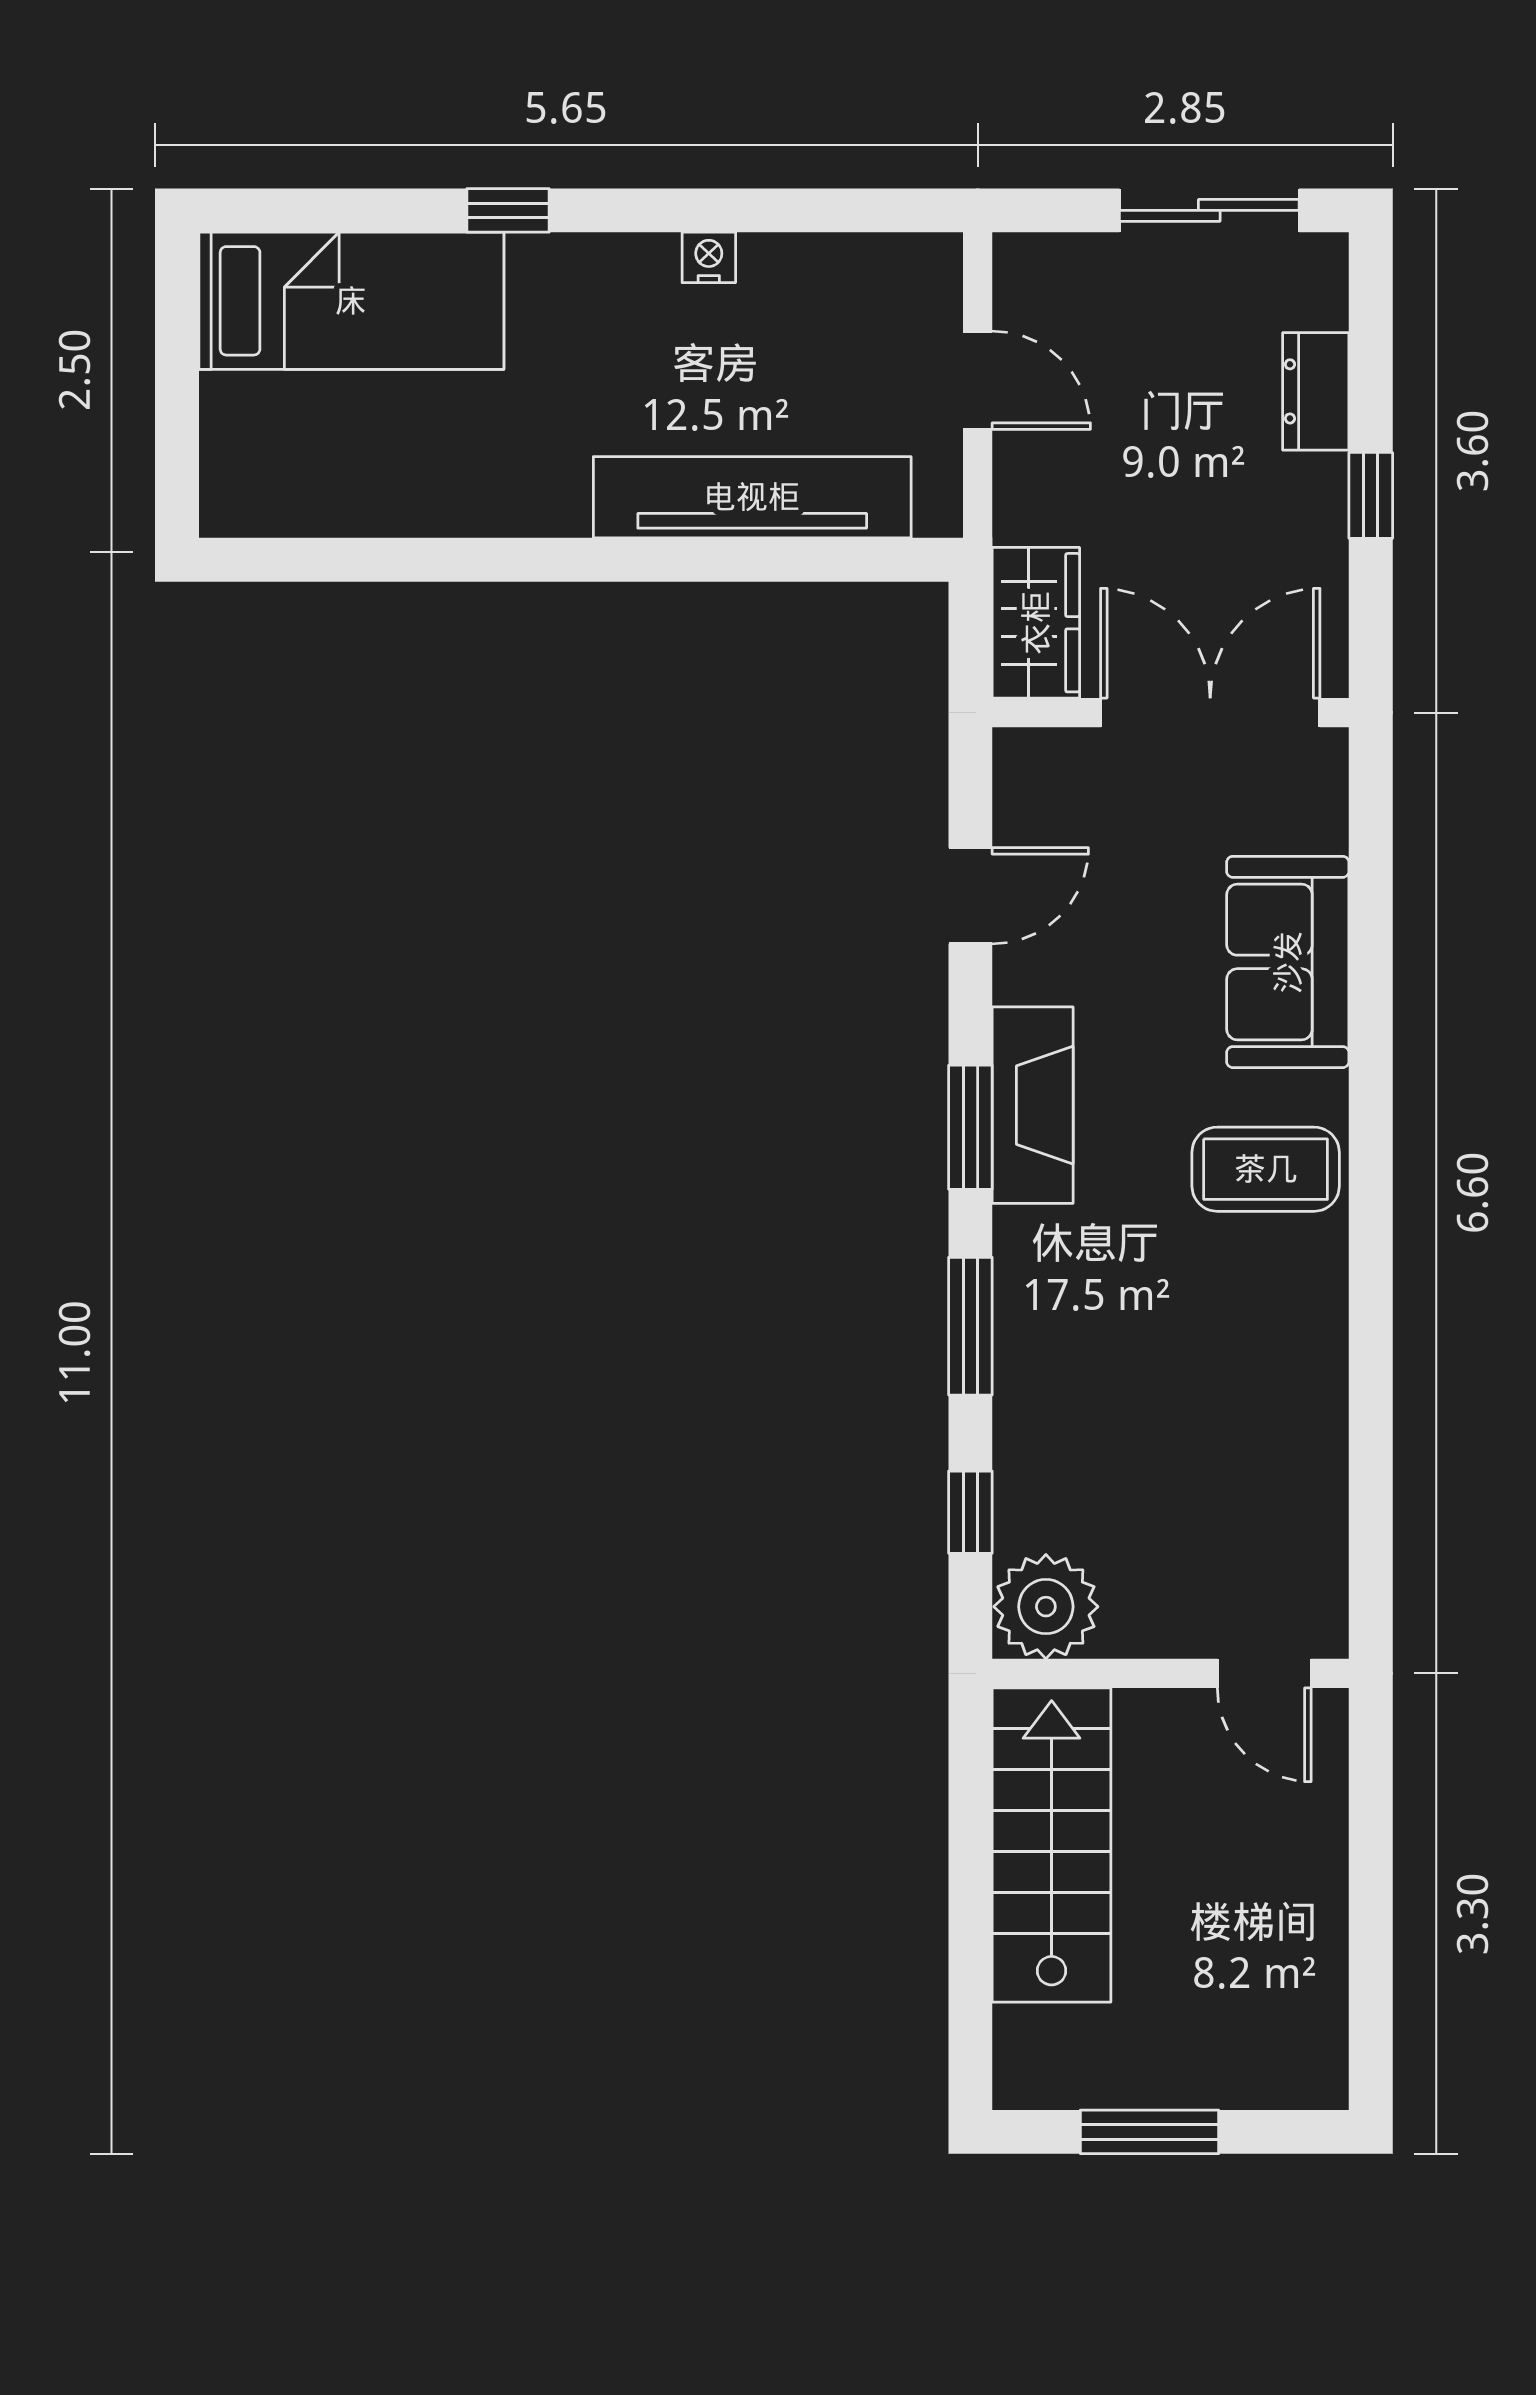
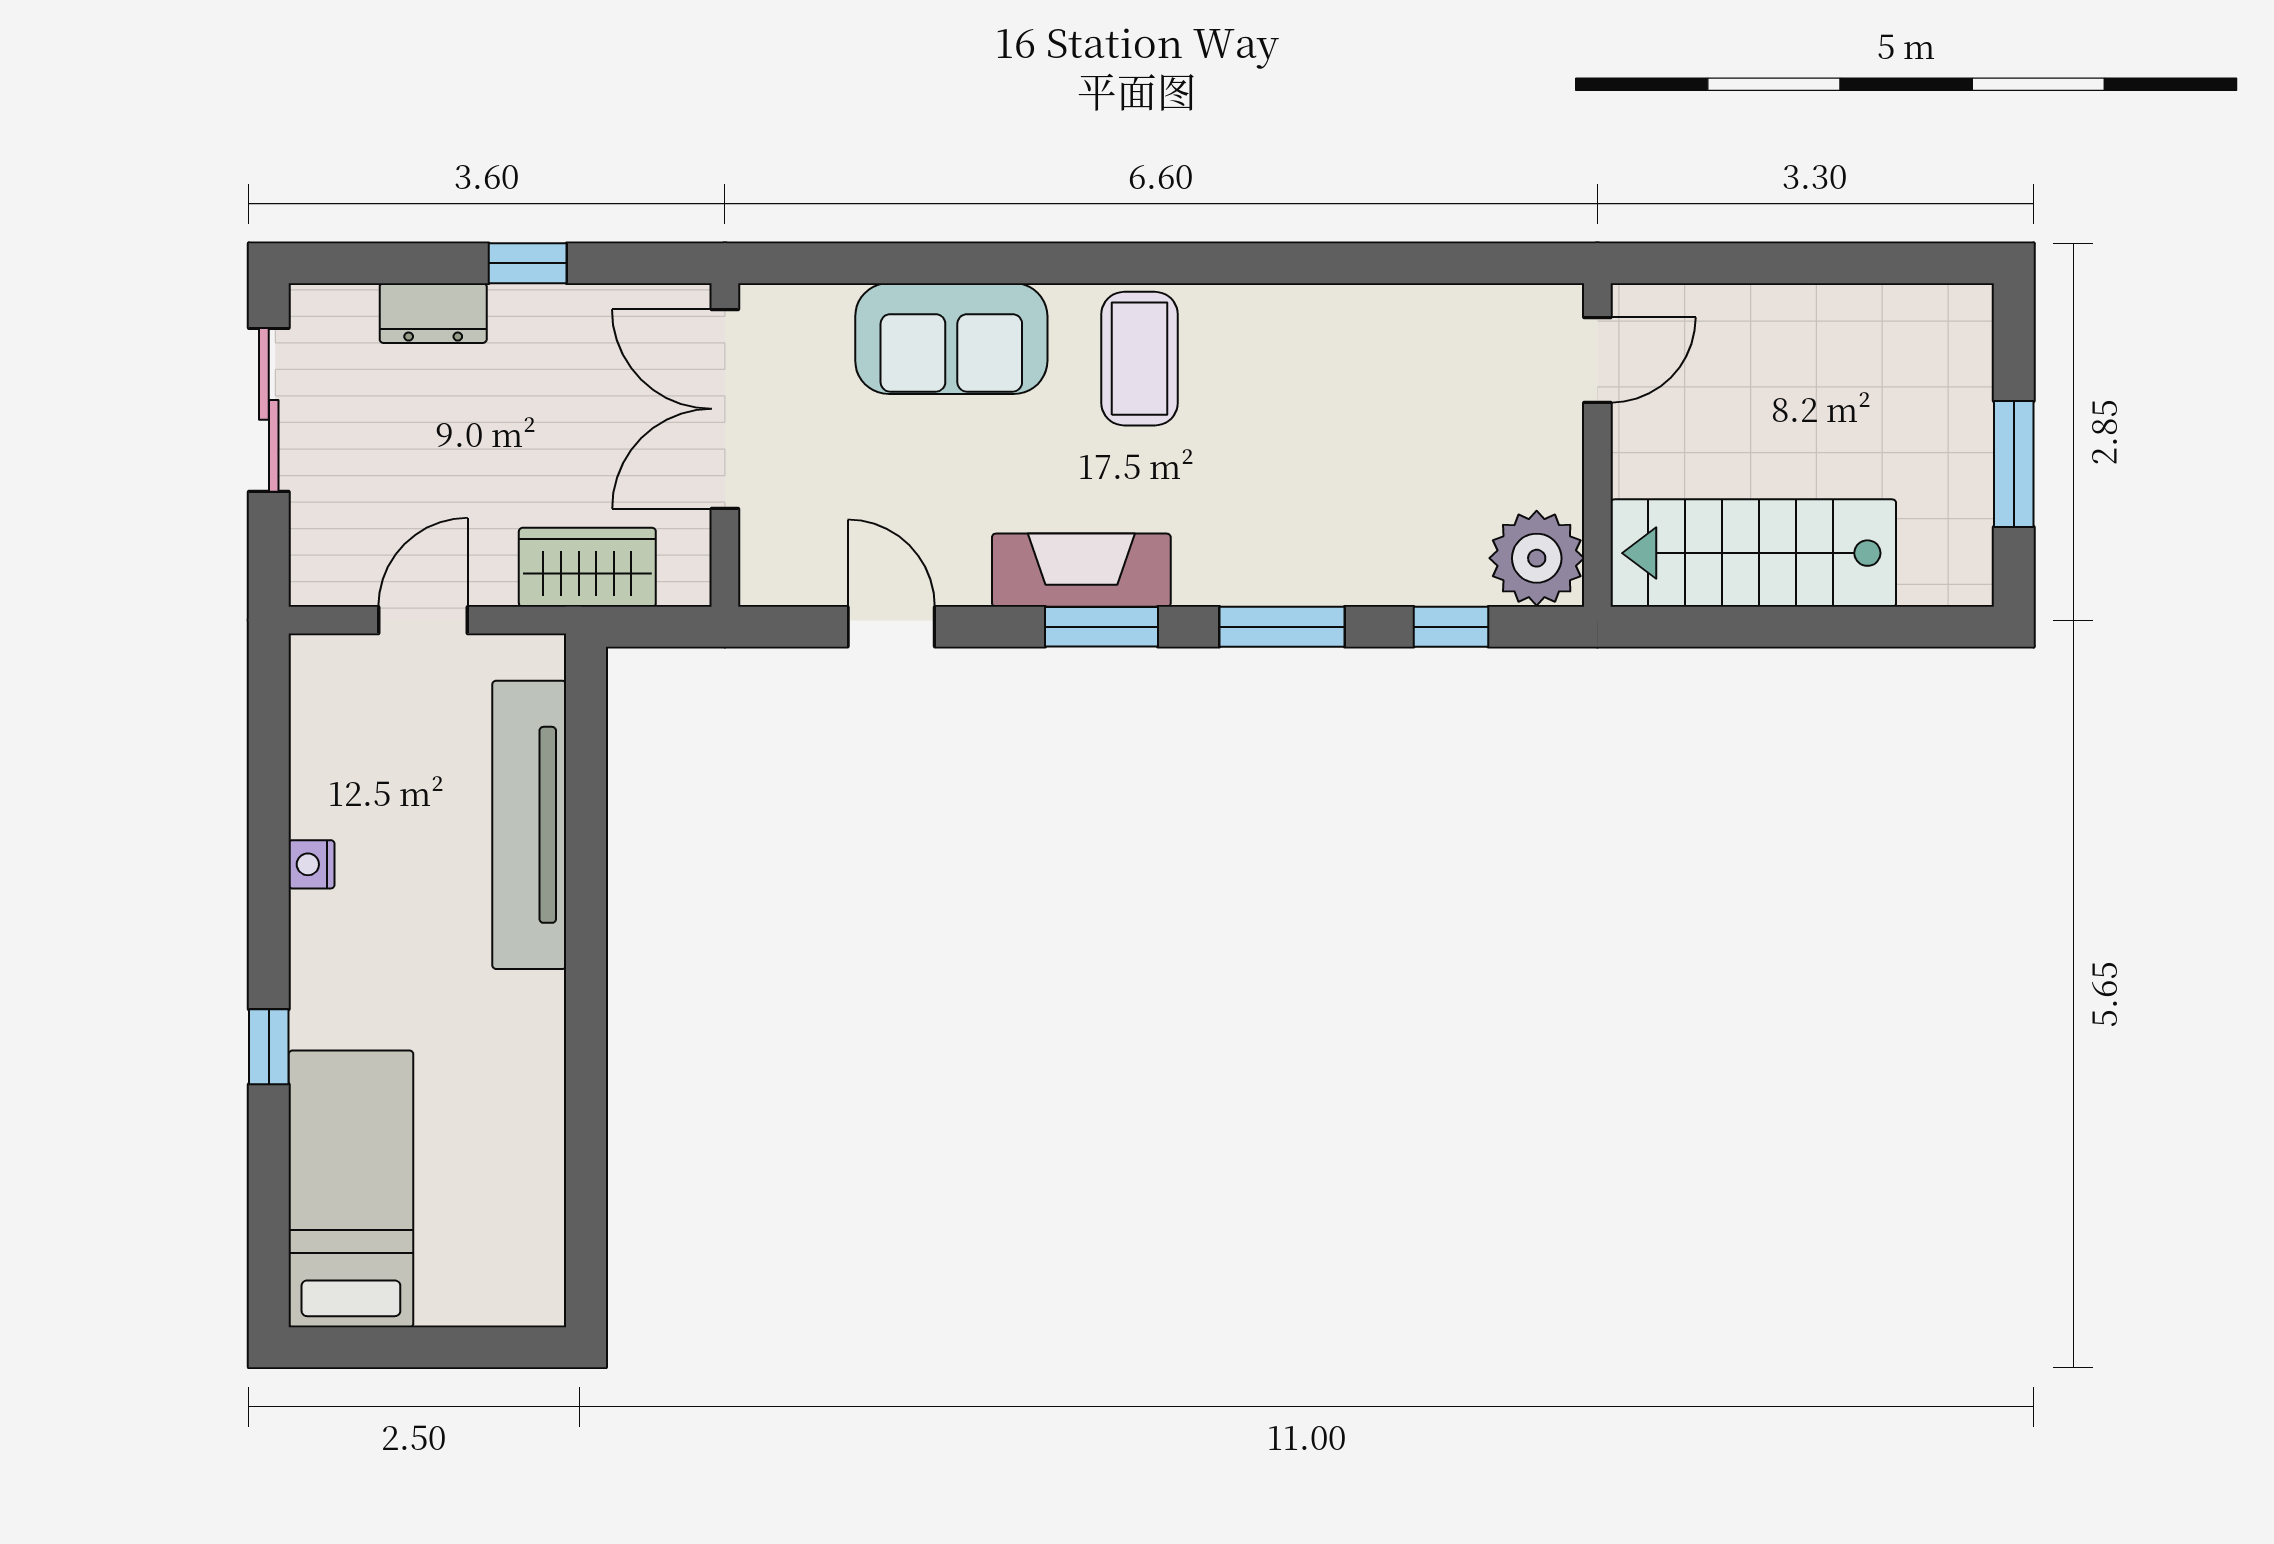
wardrobe: (1036, 623) -> (587, 567), moved

